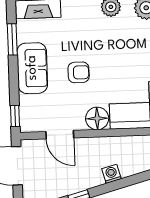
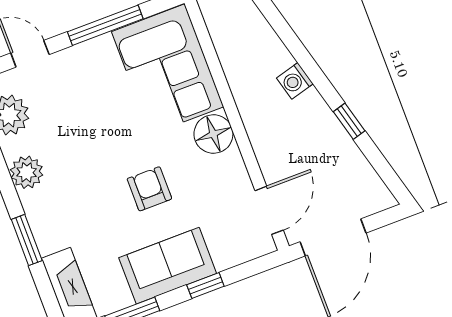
window: (15, 116) -> (205, 286), moved
door: (60, 135) -> (269, 210), moved

